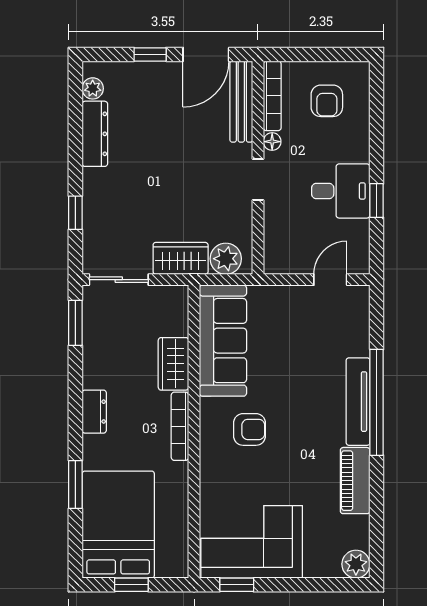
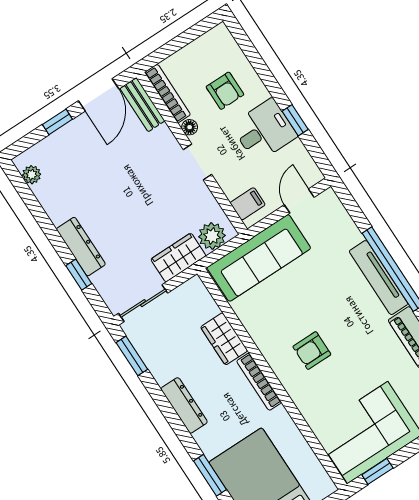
armchair: (327, 101) -> (225, 91), moved
bench: (241, 102) -> (142, 105), width x0.73
dresser: (95, 134) -> (81, 247), moved
filing cabinet: (280, 250) -> (248, 204), added
sofa: (223, 341) -> (259, 258), moved, turned 90
dresser: (94, 412) -> (184, 405), width x1.44
armchair: (249, 429) -> (312, 351), turned 180

